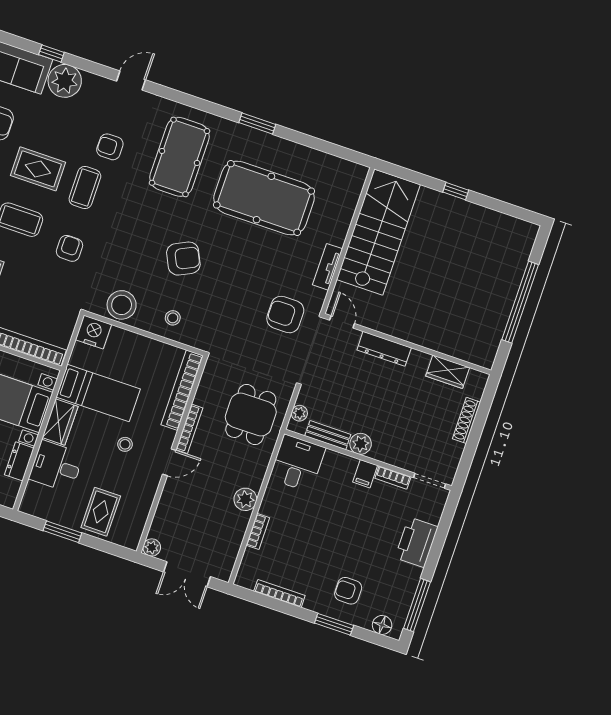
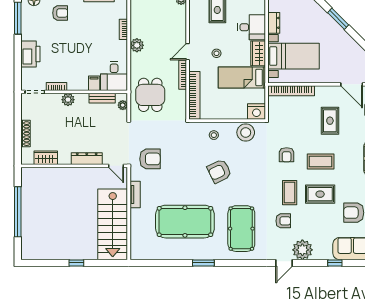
plant: (65, 81) -> (302, 250), moved
plant: (361, 444) -> (68, 100), moved
filing cabinet: (365, 474) -> (94, 83), moved

